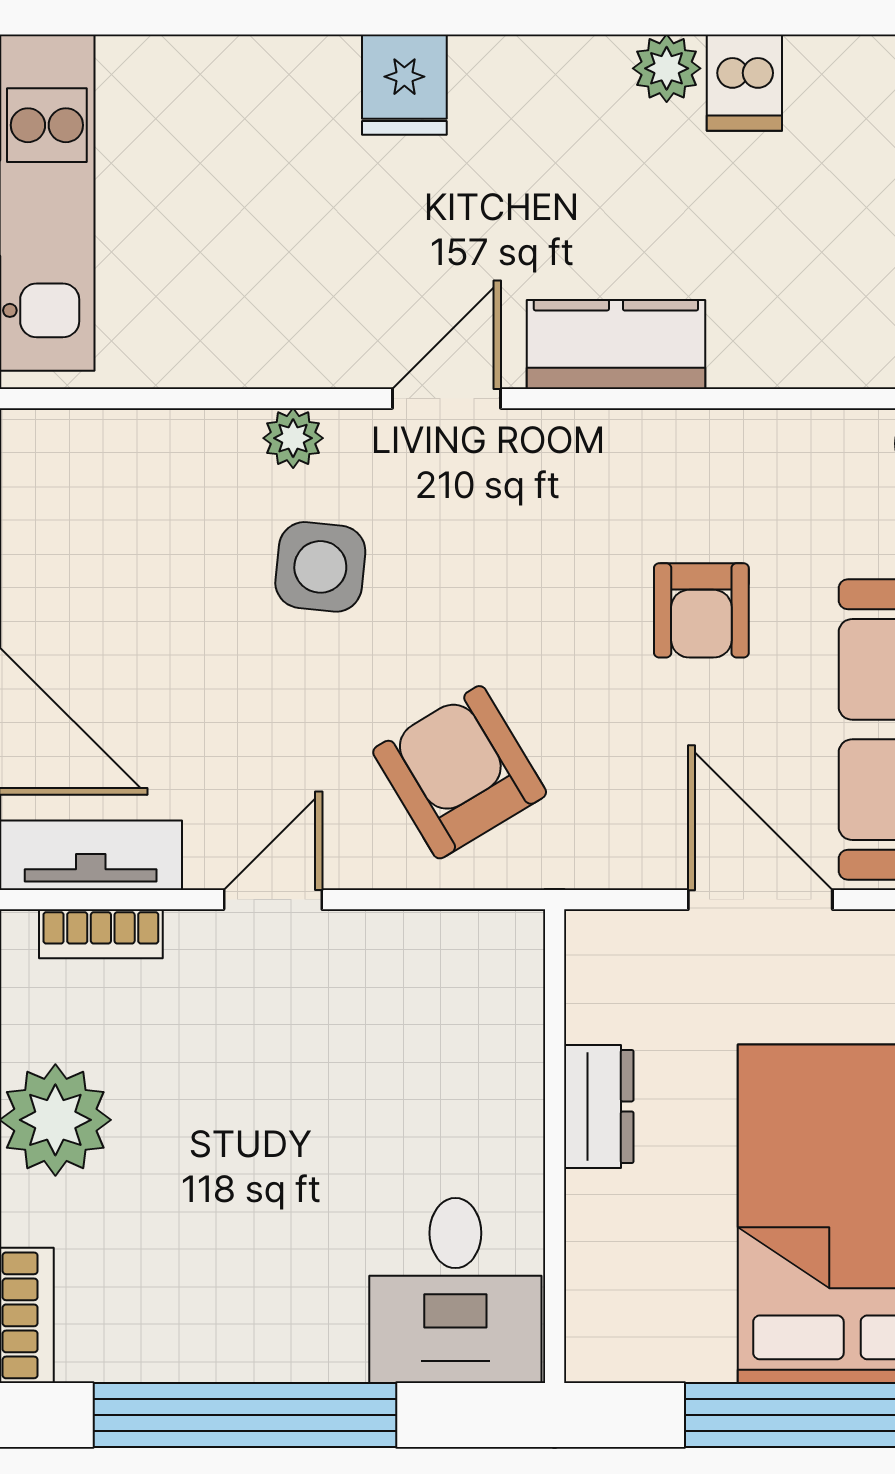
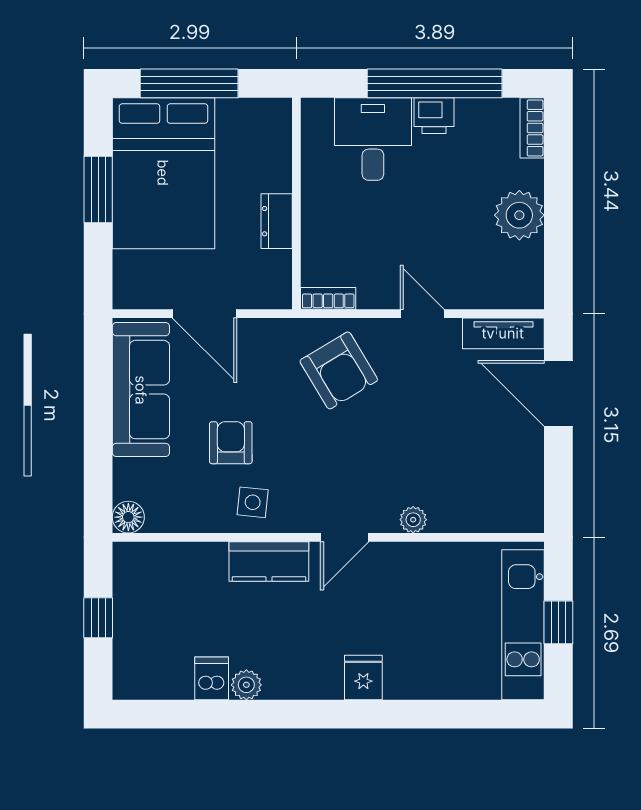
side table: (320, 567) -> (253, 502), moved, width x0.73, depth x0.73
door: (273, 900) -> (422, 314), swing flipped
bookcase: (101, 934) -> (328, 298), moved
desk: (455, 1290) -> (373, 139), moved
printer: (246, 1343) -> (434, 116), added

